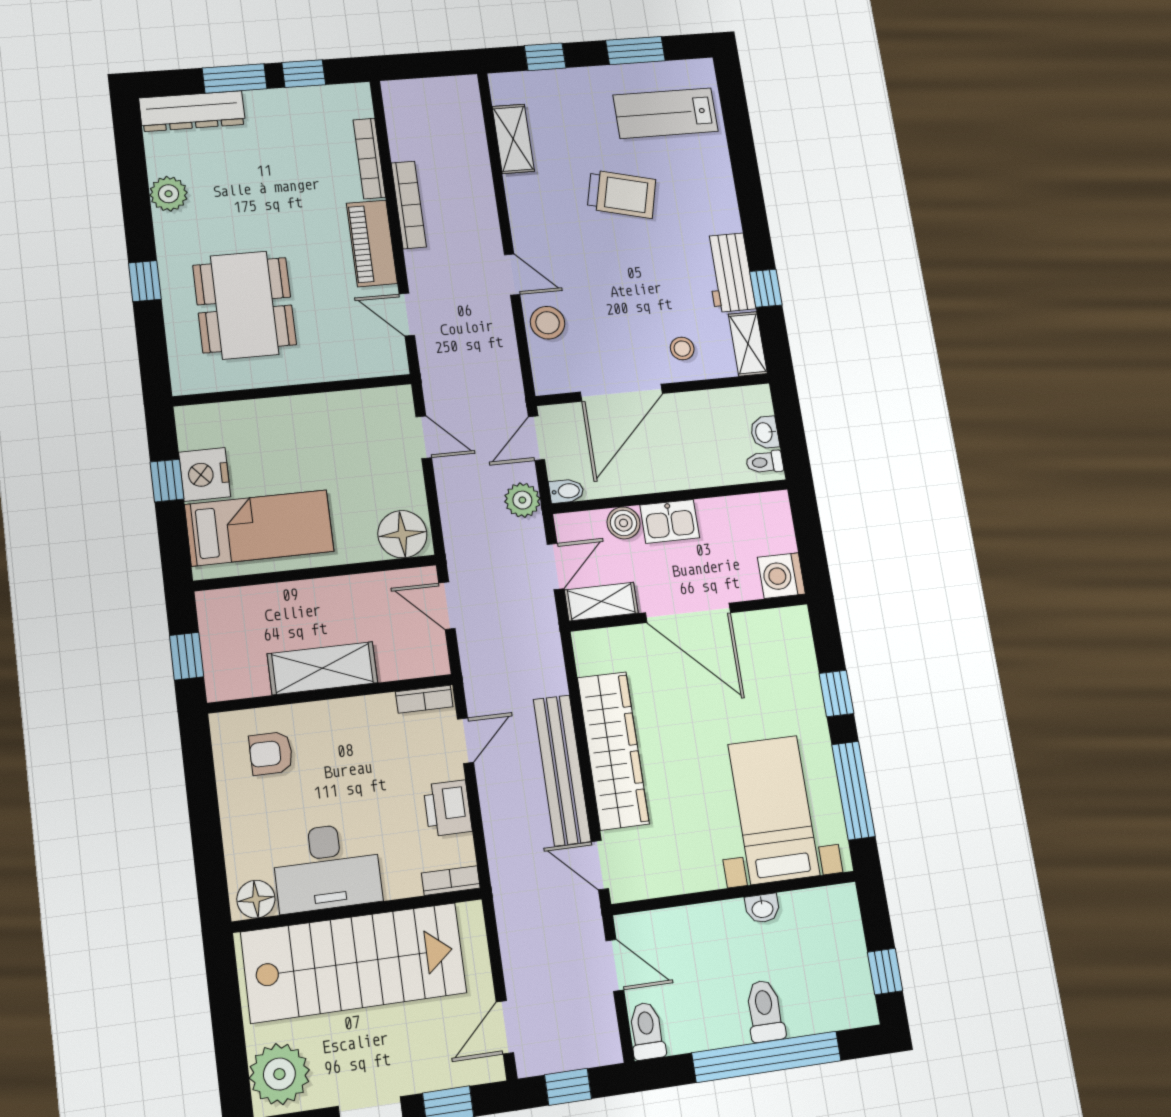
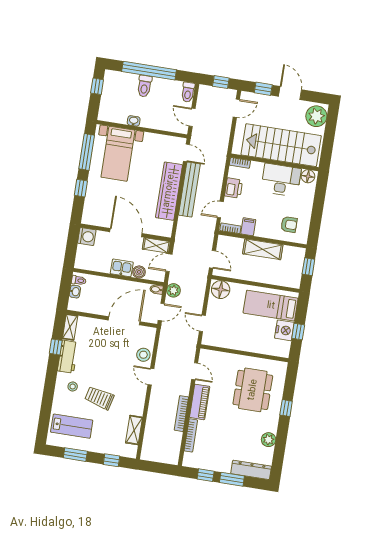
stool: (682, 349) -> (73, 387), moved
filing cabinet: (378, 717) -> (248, 227), added

